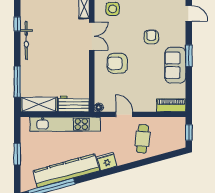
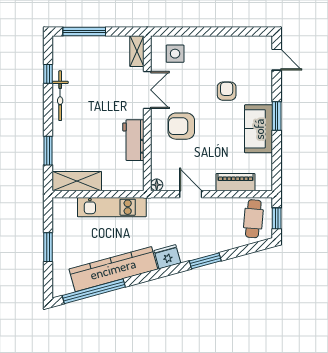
window: (17, 82) -> (48, 151), width x0.69
workbench: (74, 104) -> (133, 140), moved, turned -90
piano: (171, 105) -> (235, 182), moved
kitchen unit: (65, 124) -> (112, 207), width x0.73
cafe table: (142, 139) -> (253, 219), moved
window: (135, 164) -> (205, 261), added

